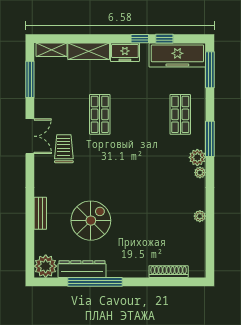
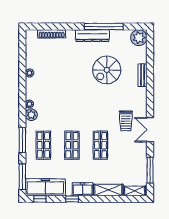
window: (164, 39) -> (40, 199), moved
shop shelf: (140, 114) -> (72, 145), added
window: (210, 139) -> (22, 140), moved
dresser: (82, 269) -> (92, 36), moved

